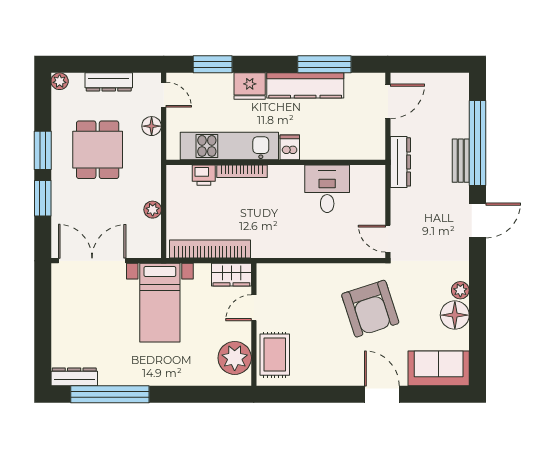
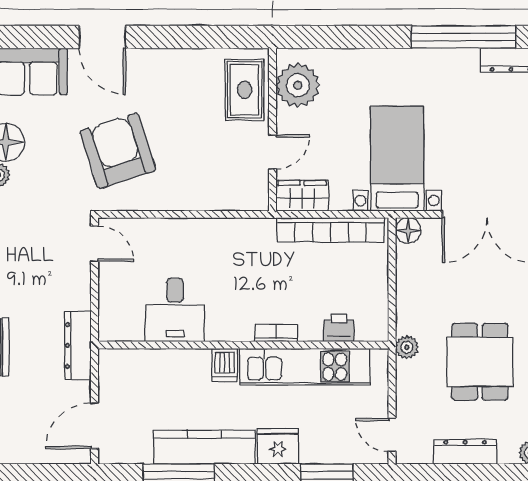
floor lamp: (152, 126) -> (408, 231), moved
bookcase: (242, 171) -> (276, 333), width x0.64
plant: (153, 210) -> (407, 347), moved

